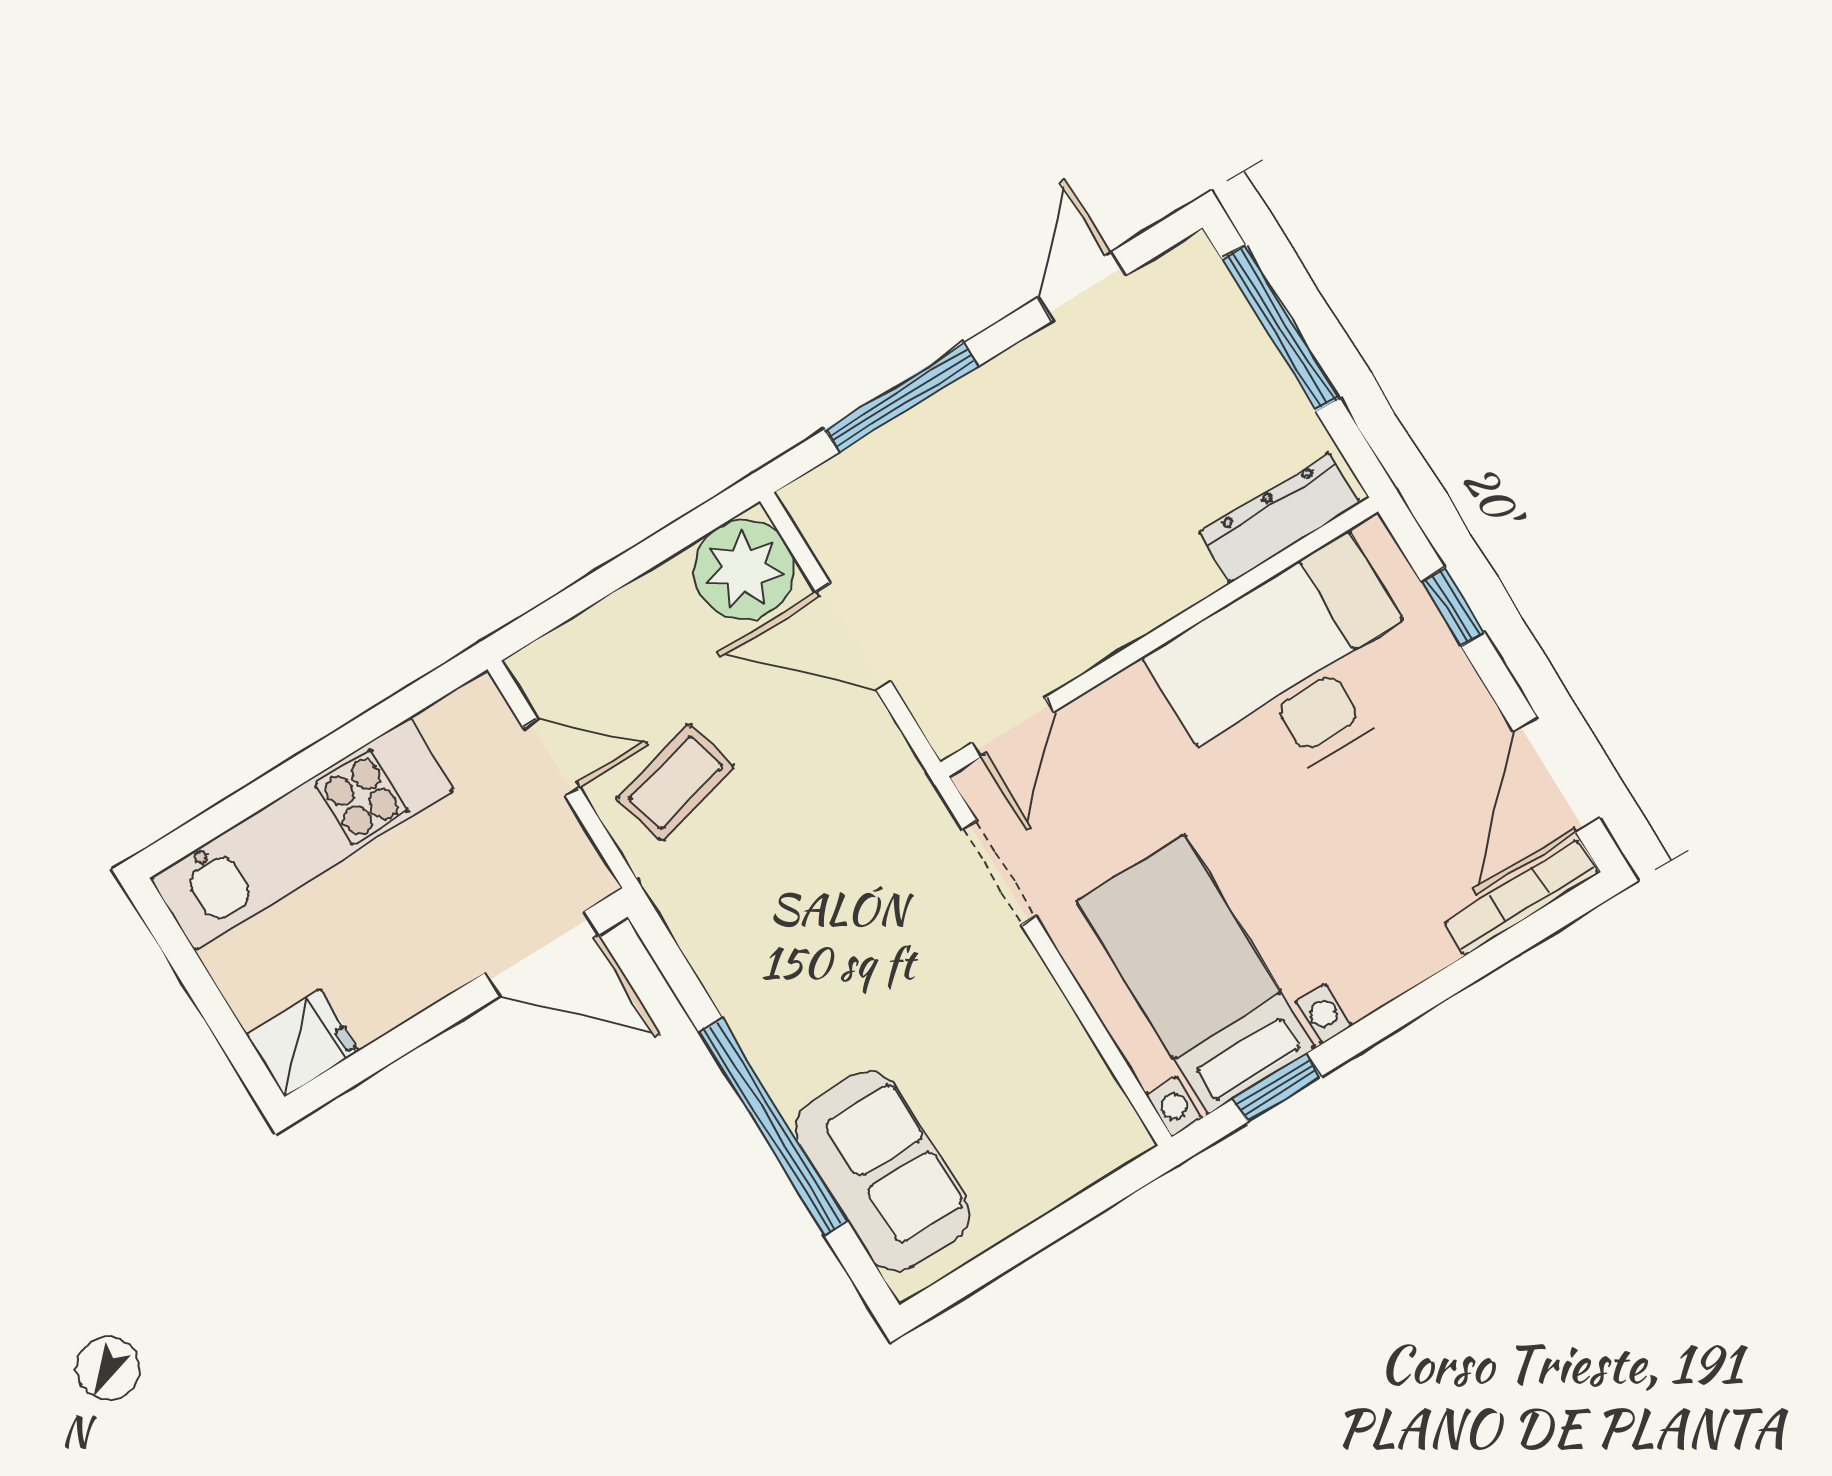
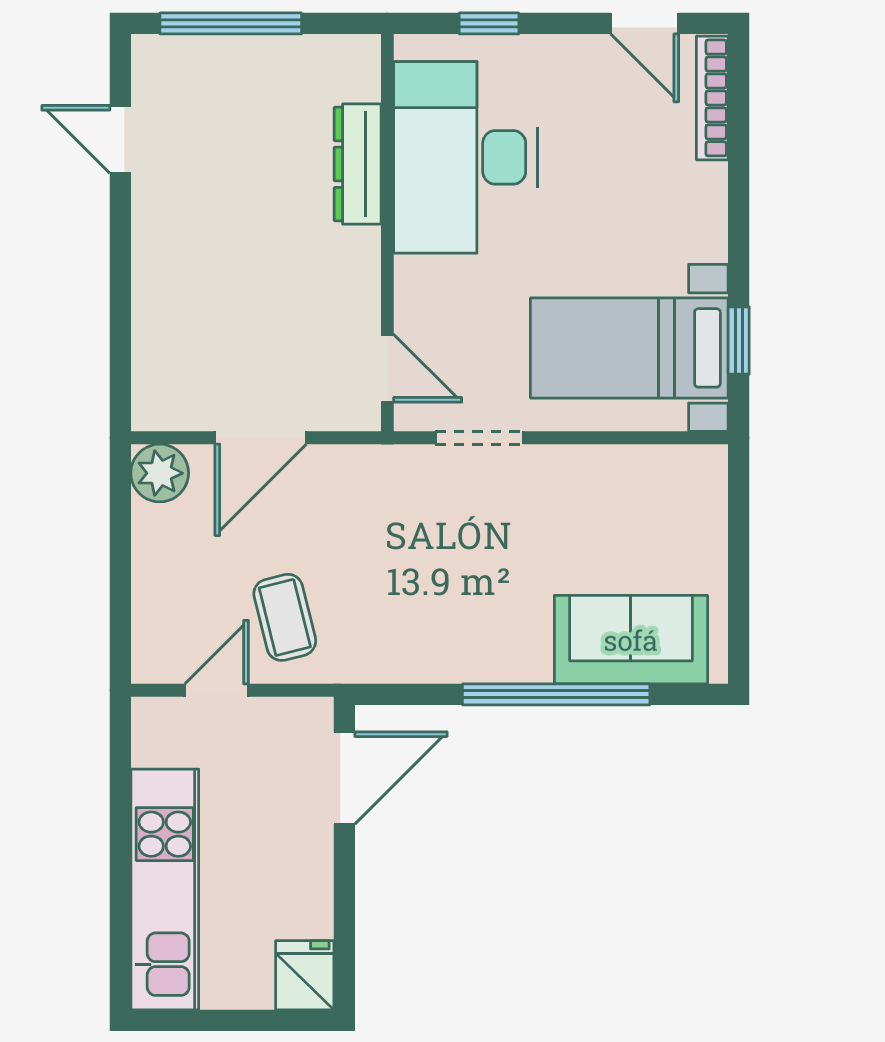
window: (901, 398) -> (120, 307), removed
dresser: (1280, 518) -> (358, 164), moved
plant: (744, 570) -> (160, 473), width x0.73, depth x0.73
door: (1557, 775) -> (645, 23), width x0.73

